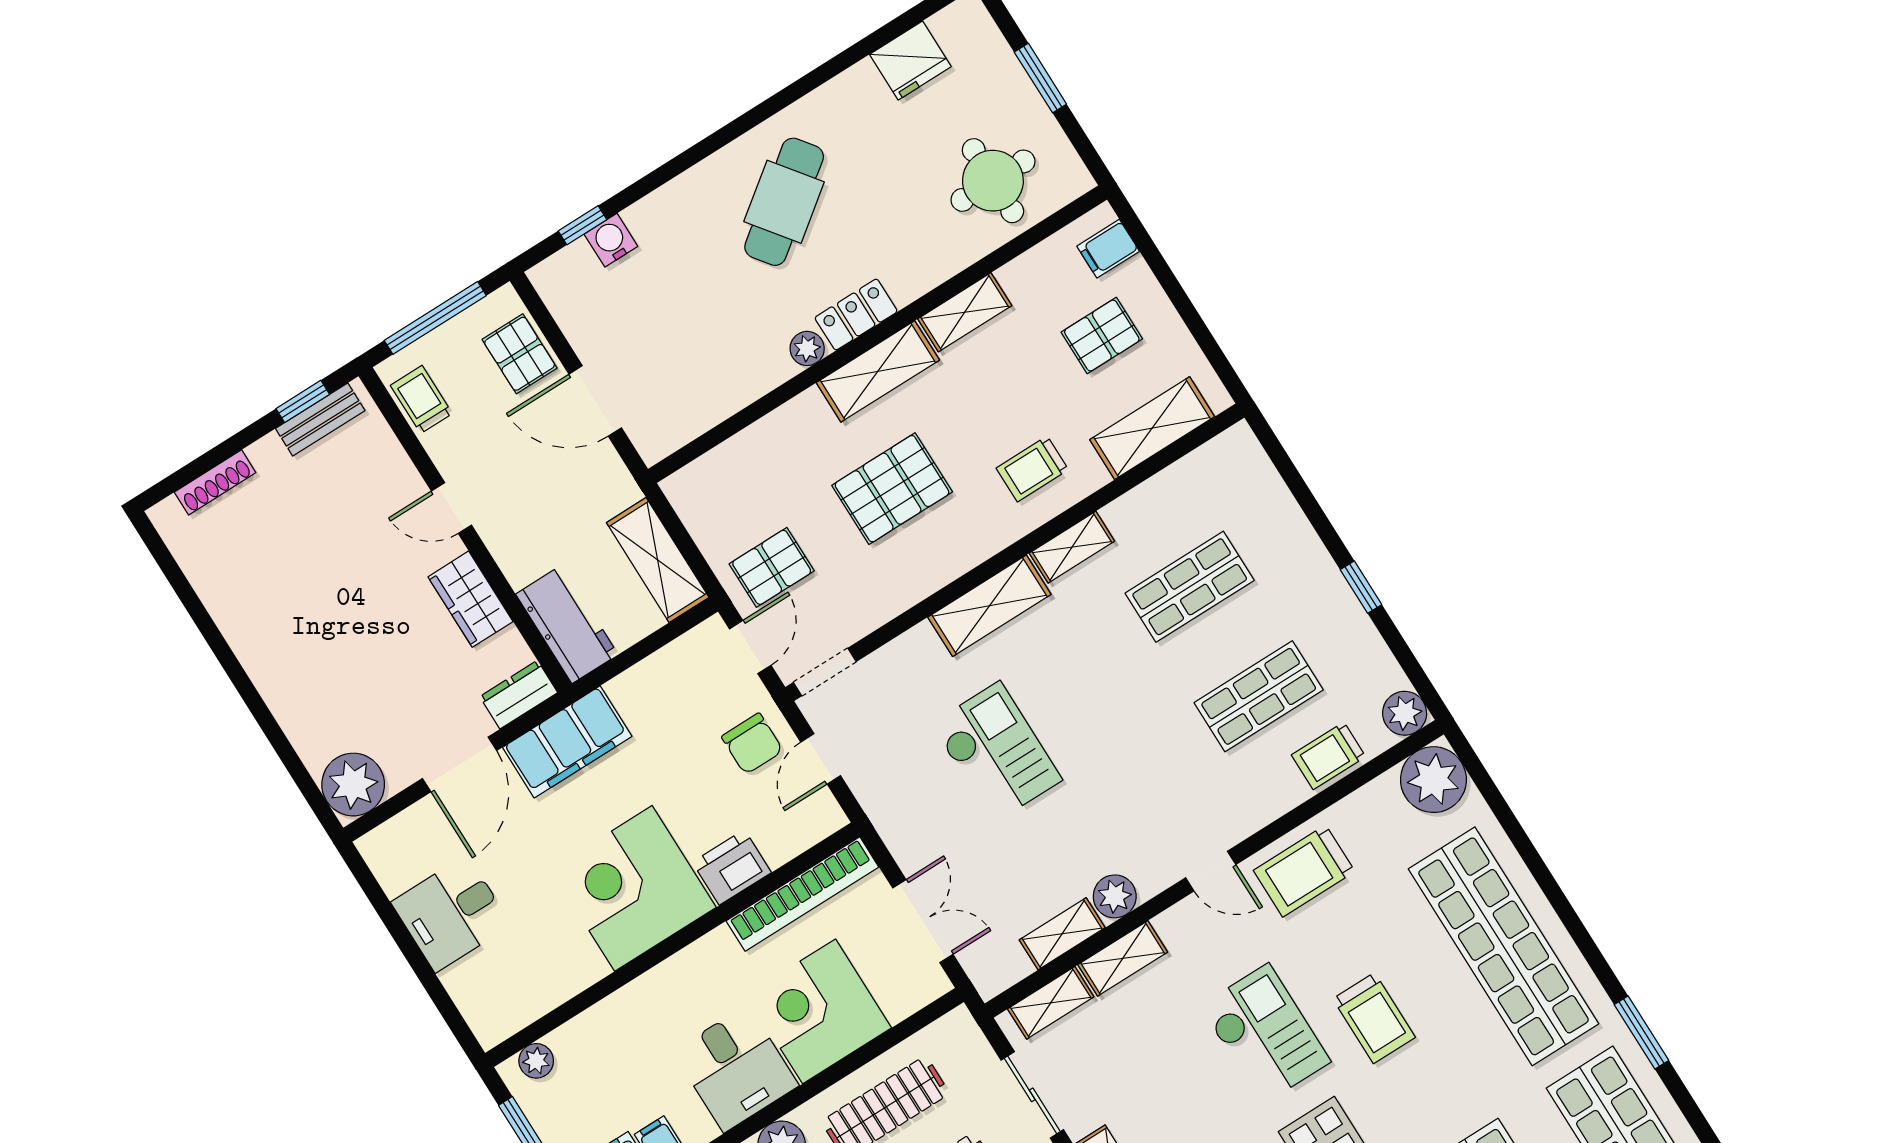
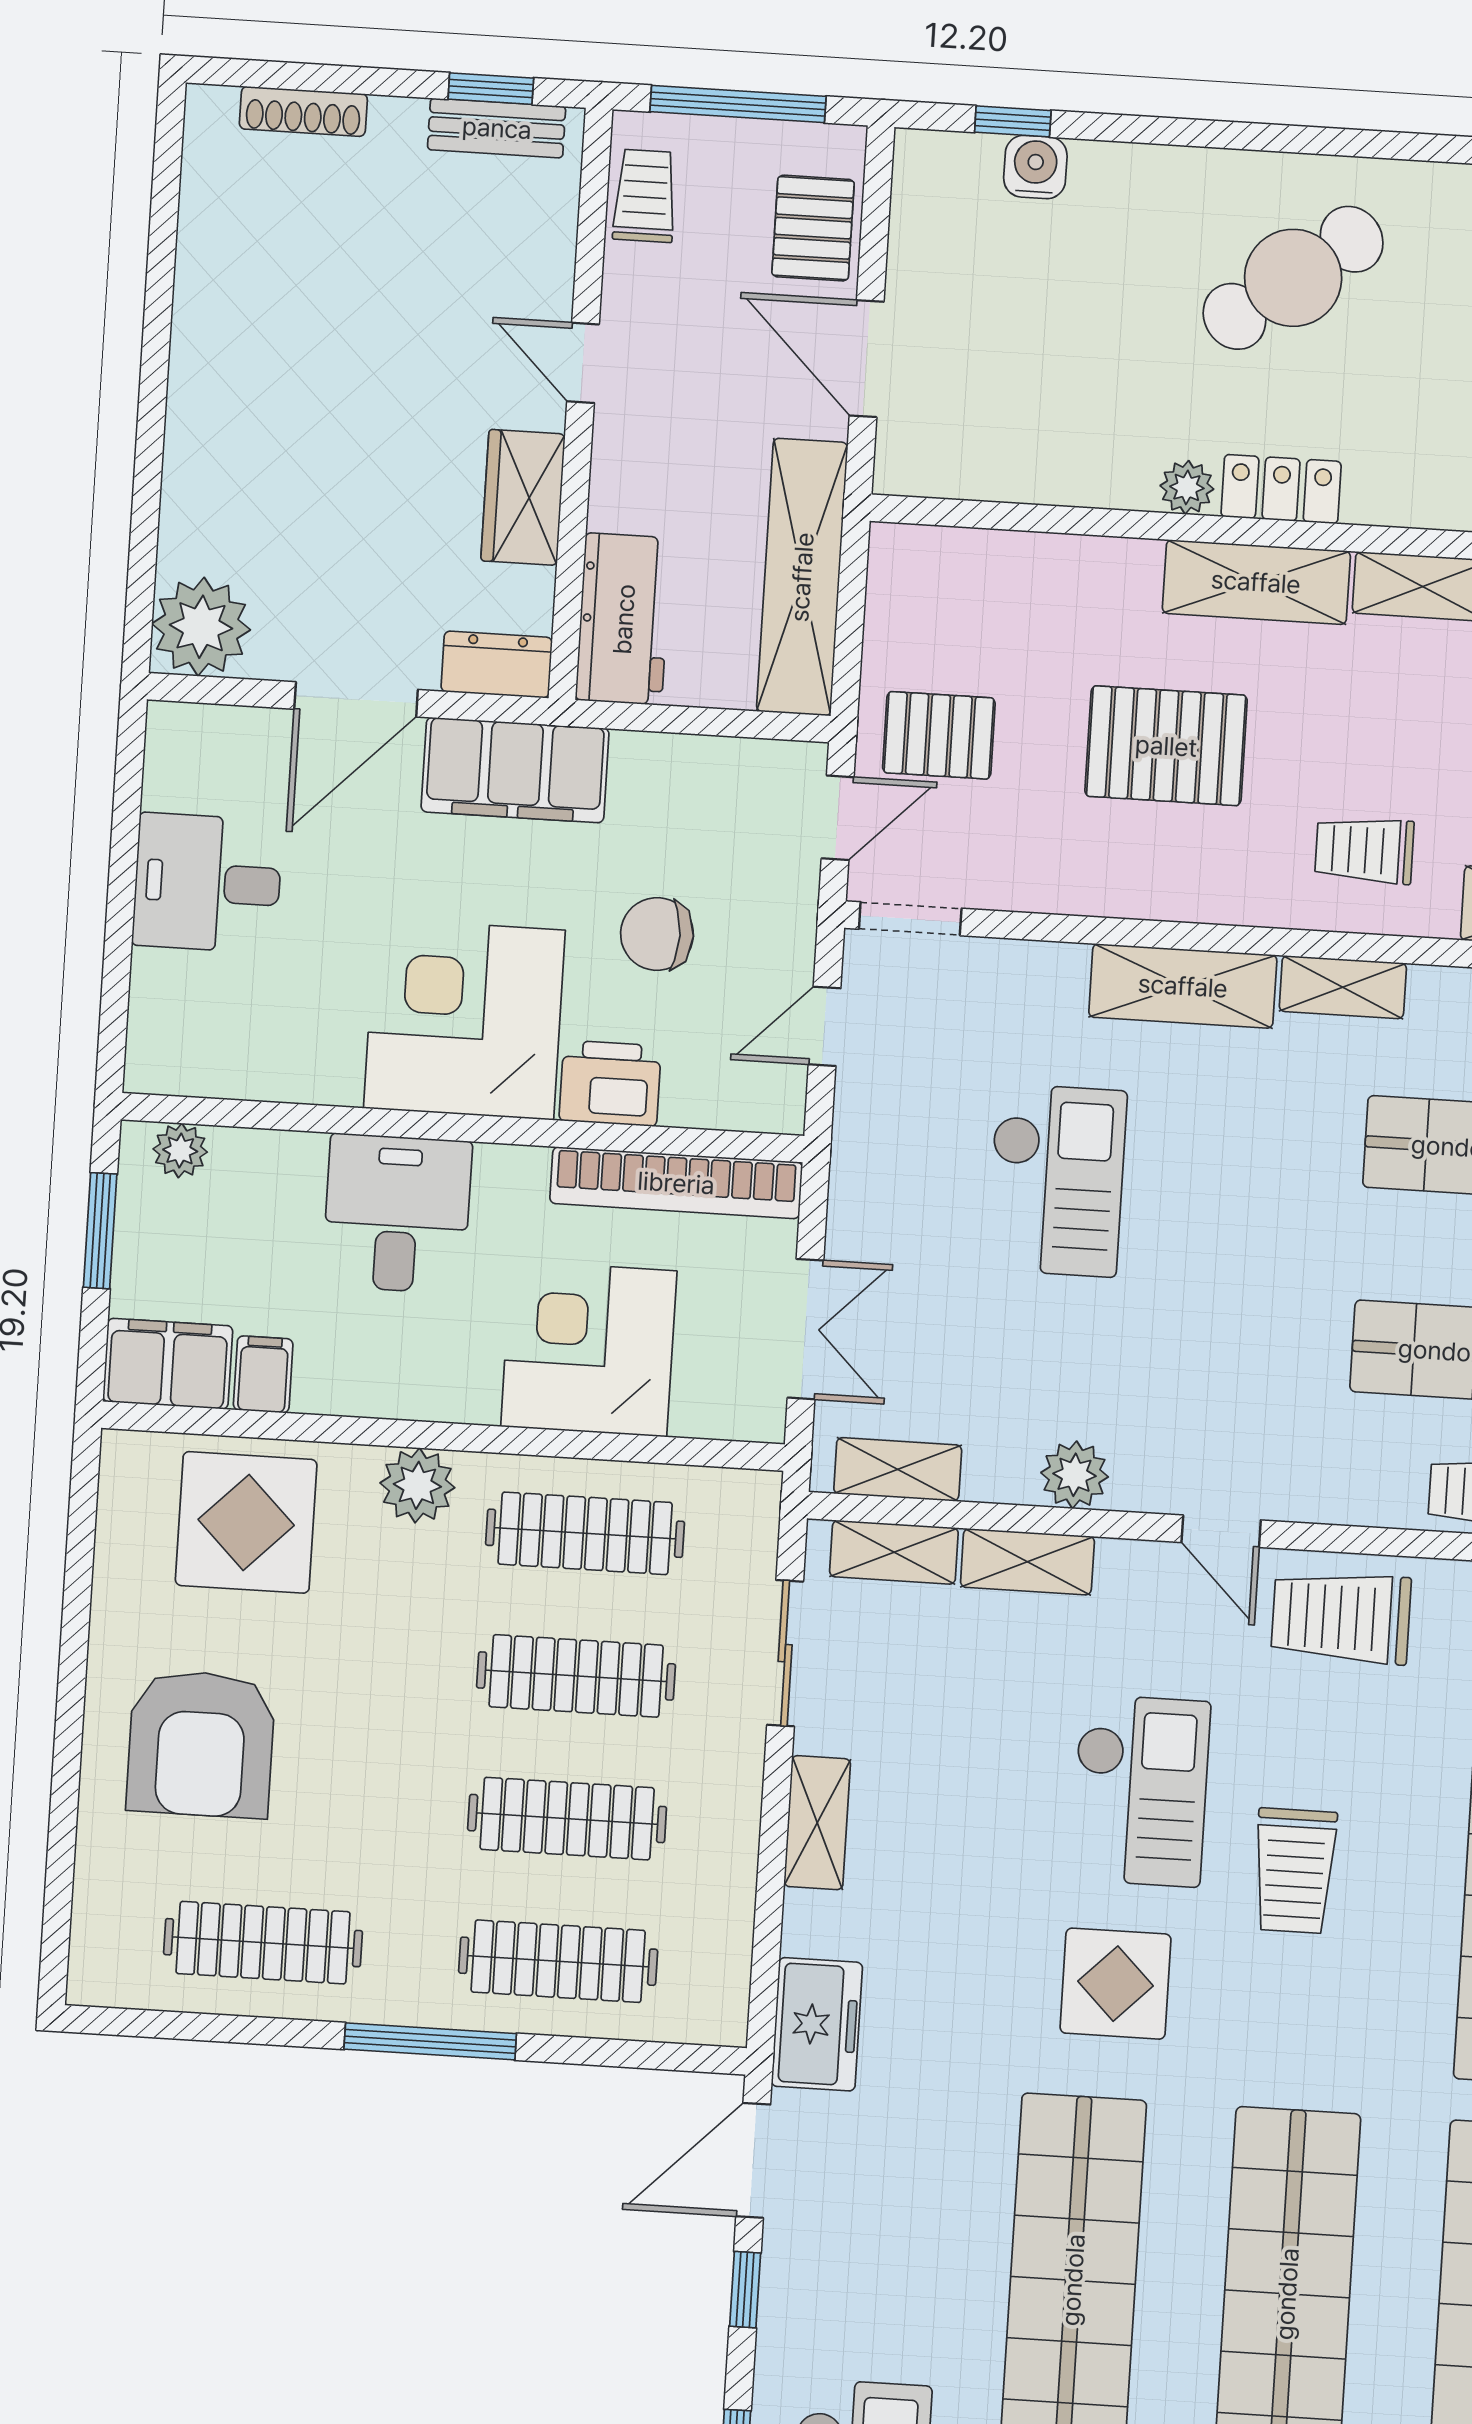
shelving: (658, 560) -> (802, 577), width x1.47
chair: (752, 744) -> (657, 934), moved, turned 90
shelving: (1062, 934) -> (898, 1469), moved
desk: (736, 1069) -> (397, 1214), moved, turned 180

